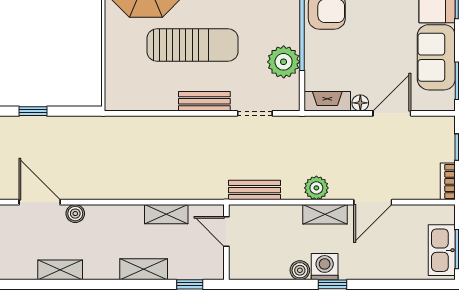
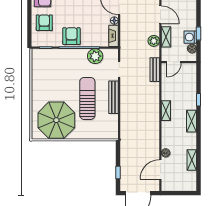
bench: (204, 101) -> (113, 97), width x1.36
door: (226, 232) -> (174, 62), moved
wall: (226, 242) -> (179, 62), moved

